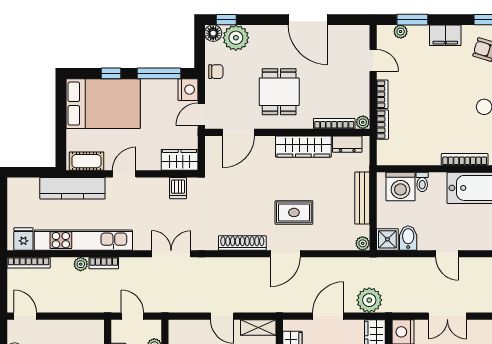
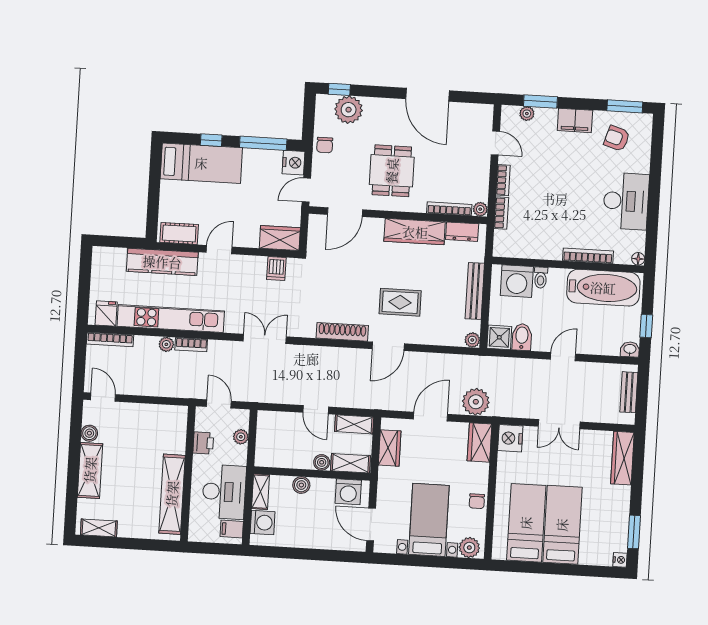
floor lamp: (213, 33) -> (324, 103), removed
chair: (216, 72) -> (325, 145), turned 90
bed: (103, 104) -> (201, 163), width x0.67
door: (447, 254) -> (563, 357), swing flipped

